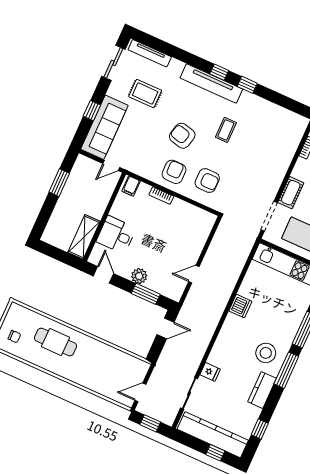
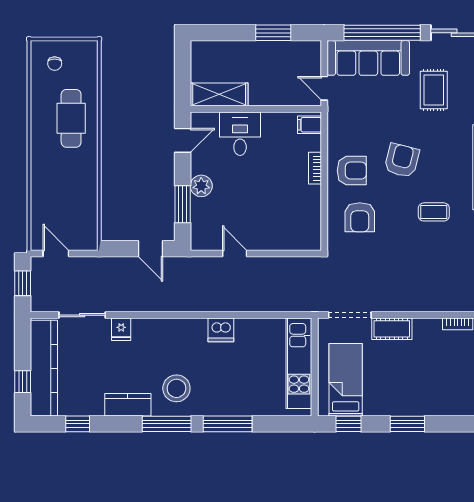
window: (92, 111) -> (382, 33), width x3.17

